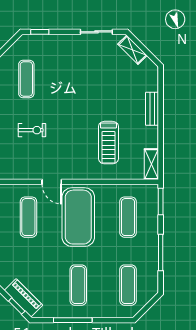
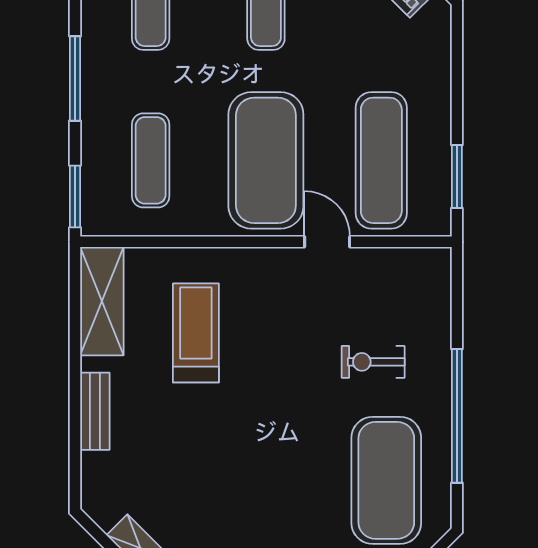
exercise mat: (26, 79) -> (386, 480), width x2.00, depth x1.45
shelving: (151, 164) -> (102, 301), width x1.50, depth x1.33
exercise mat: (28, 217) -> (381, 160), width x1.36, depth x1.45

